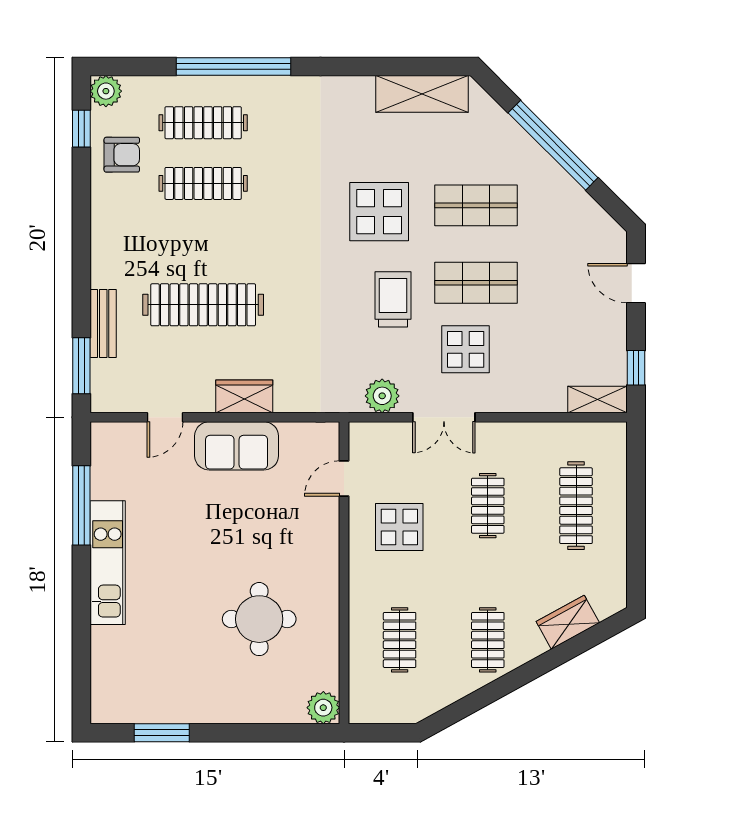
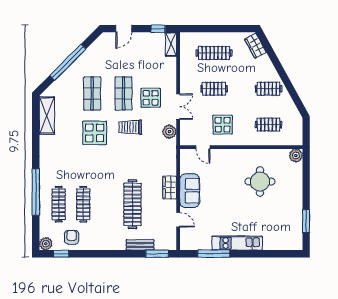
wardrobe: (568, 622) -> (255, 46), moved

